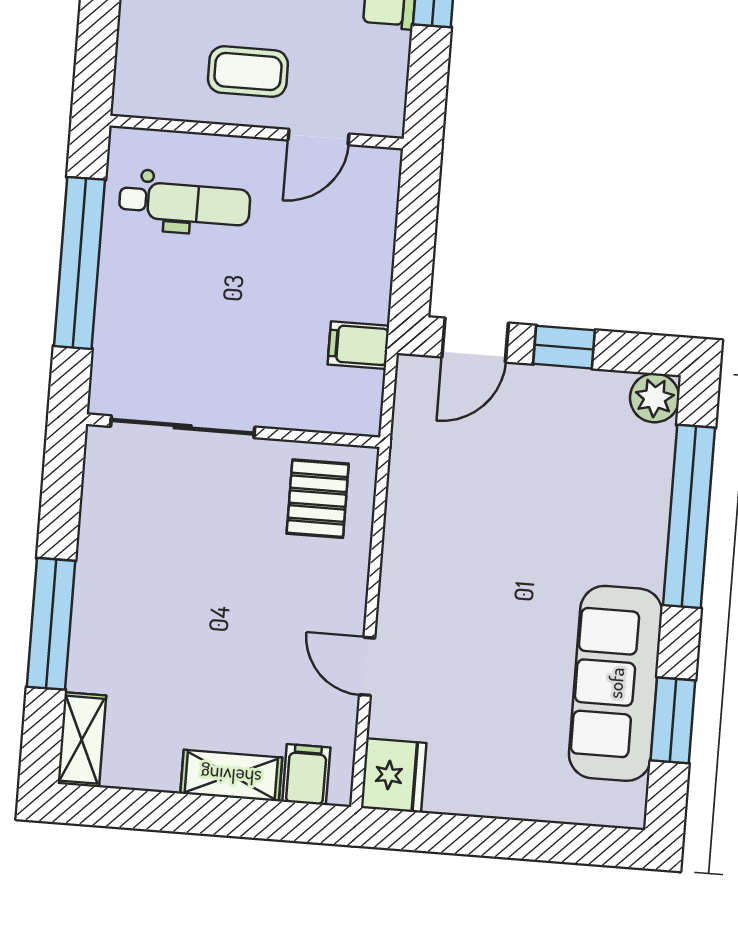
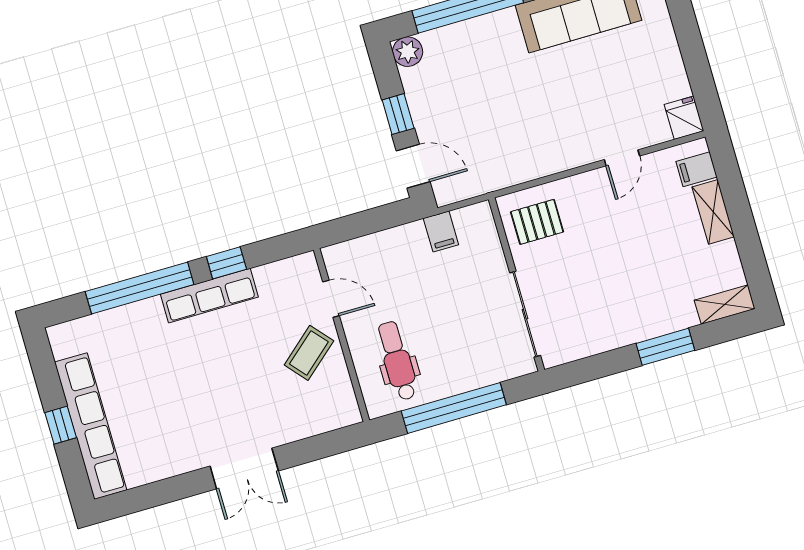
coffee table: (248, 72) -> (309, 353), turned 49
window: (51, 624) -> (665, 347), width x0.69
fridge: (394, 775) -> (684, 118), width x0.72

